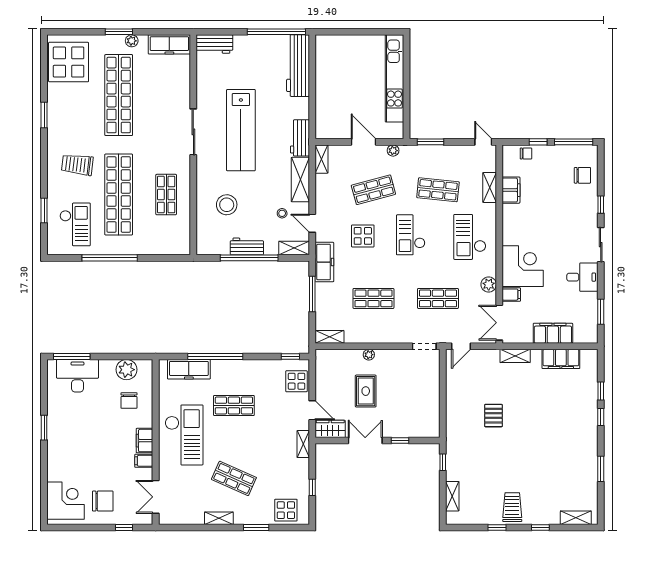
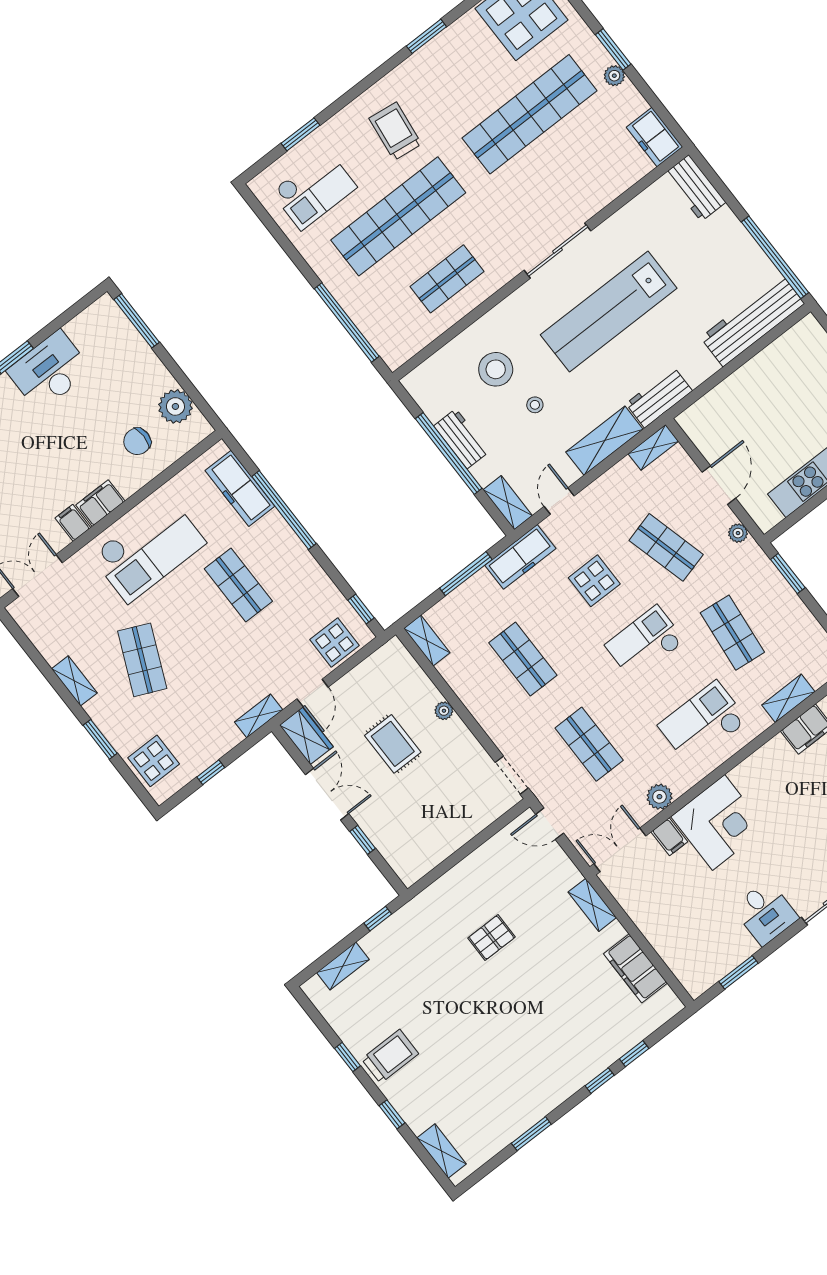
freezer: (169, 44) -> (655, 137), width x0.71
stool: (282, 213) -> (535, 405), moved
window: (110, 258) -> (347, 322), moved
filing cabinet: (553, 333) -> (661, 931), removed
desk: (77, 376) -> (49, 371), moved, turned -90
rug: (366, 391) -> (393, 744), turned 90

